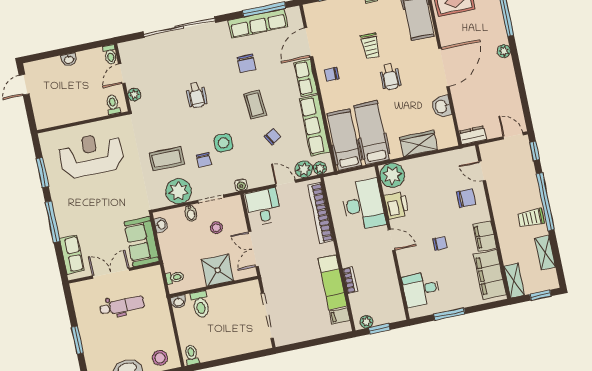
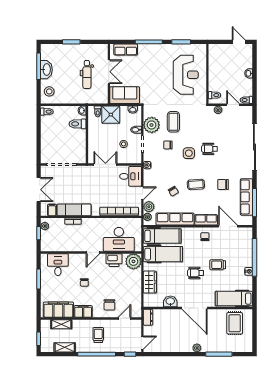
side table: (223, 143) -> (189, 153), moved
trolley: (531, 218) -> (98, 335), moved
shower: (218, 270) -> (111, 115), moved
shelving: (514, 281) -> (61, 324), moved
double door: (313, 343) -> (39, 190), added

